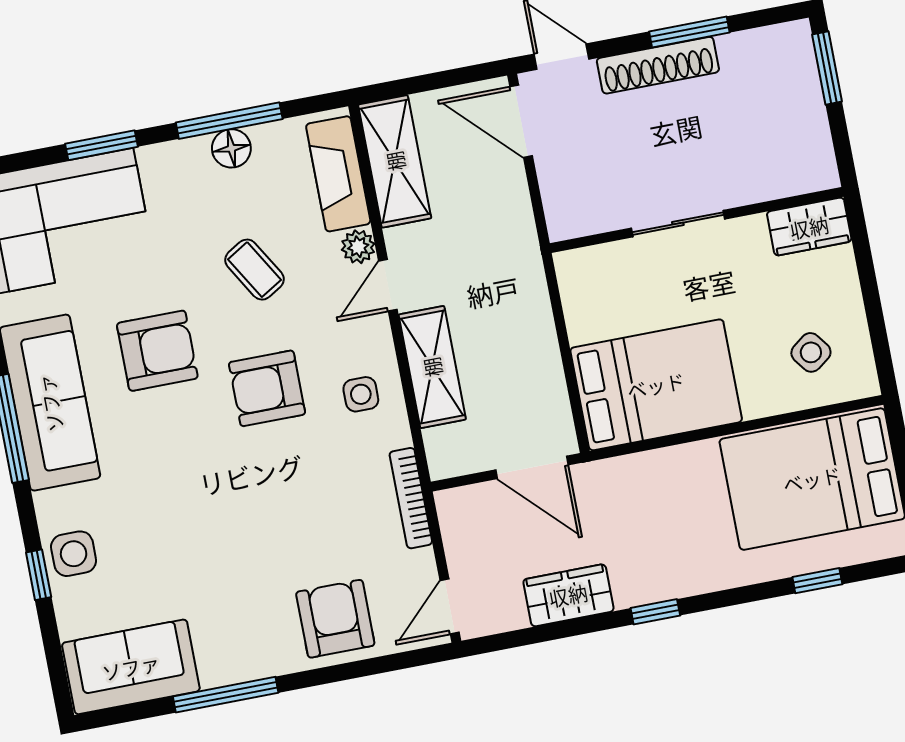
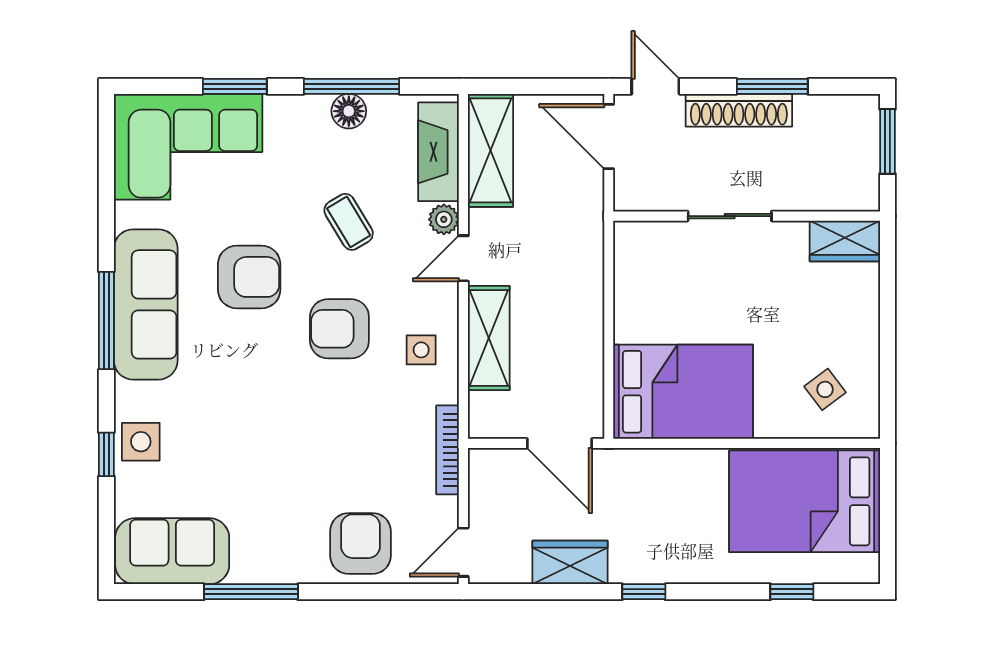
wall: (697, 220) -> (747, 216), moved
sliding door: (678, 224) -> (730, 216), moved
wardrobe: (809, 227) -> (845, 241), moved

